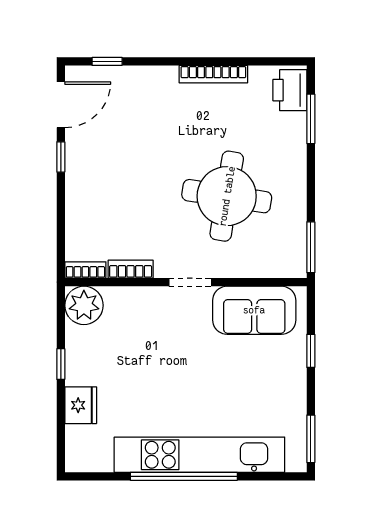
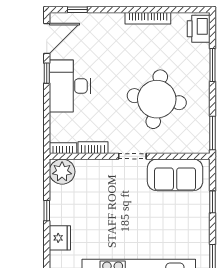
window: (311, 119) -> (213, 65), moved
desk: (96, 176) -> (70, 86), added

